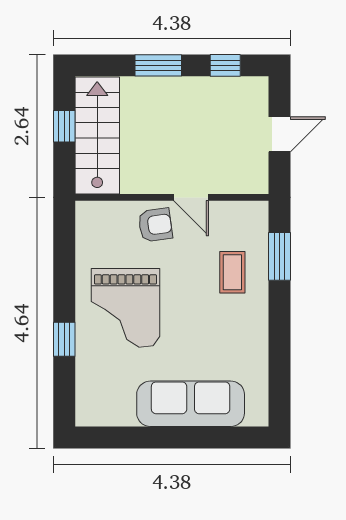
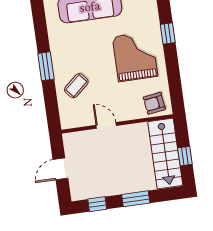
armchair: (155, 225) -> (154, 103), moved
window: (279, 256) -> (46, 66), moved
coffee table: (232, 272) -> (76, 86), turned 49

